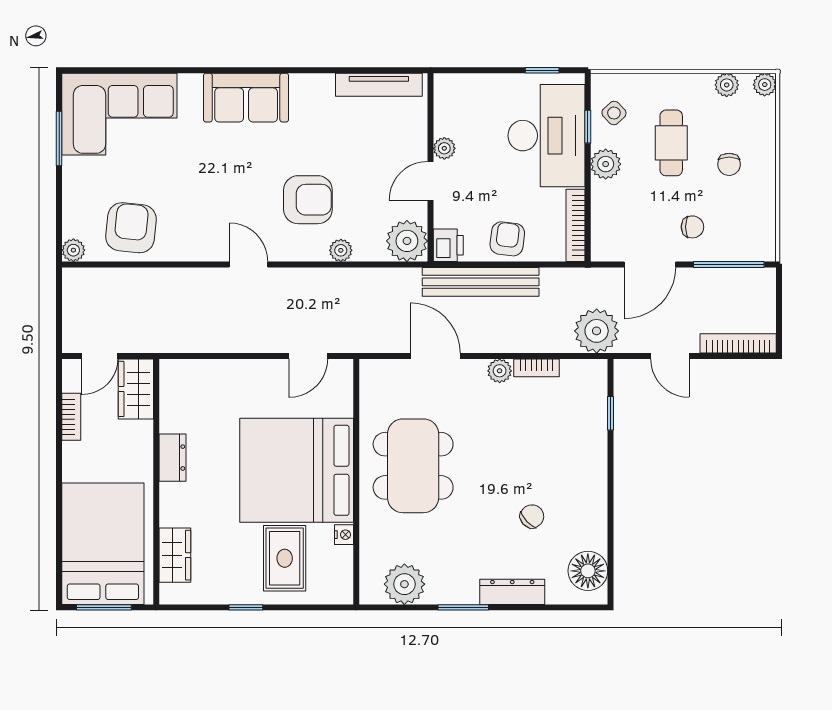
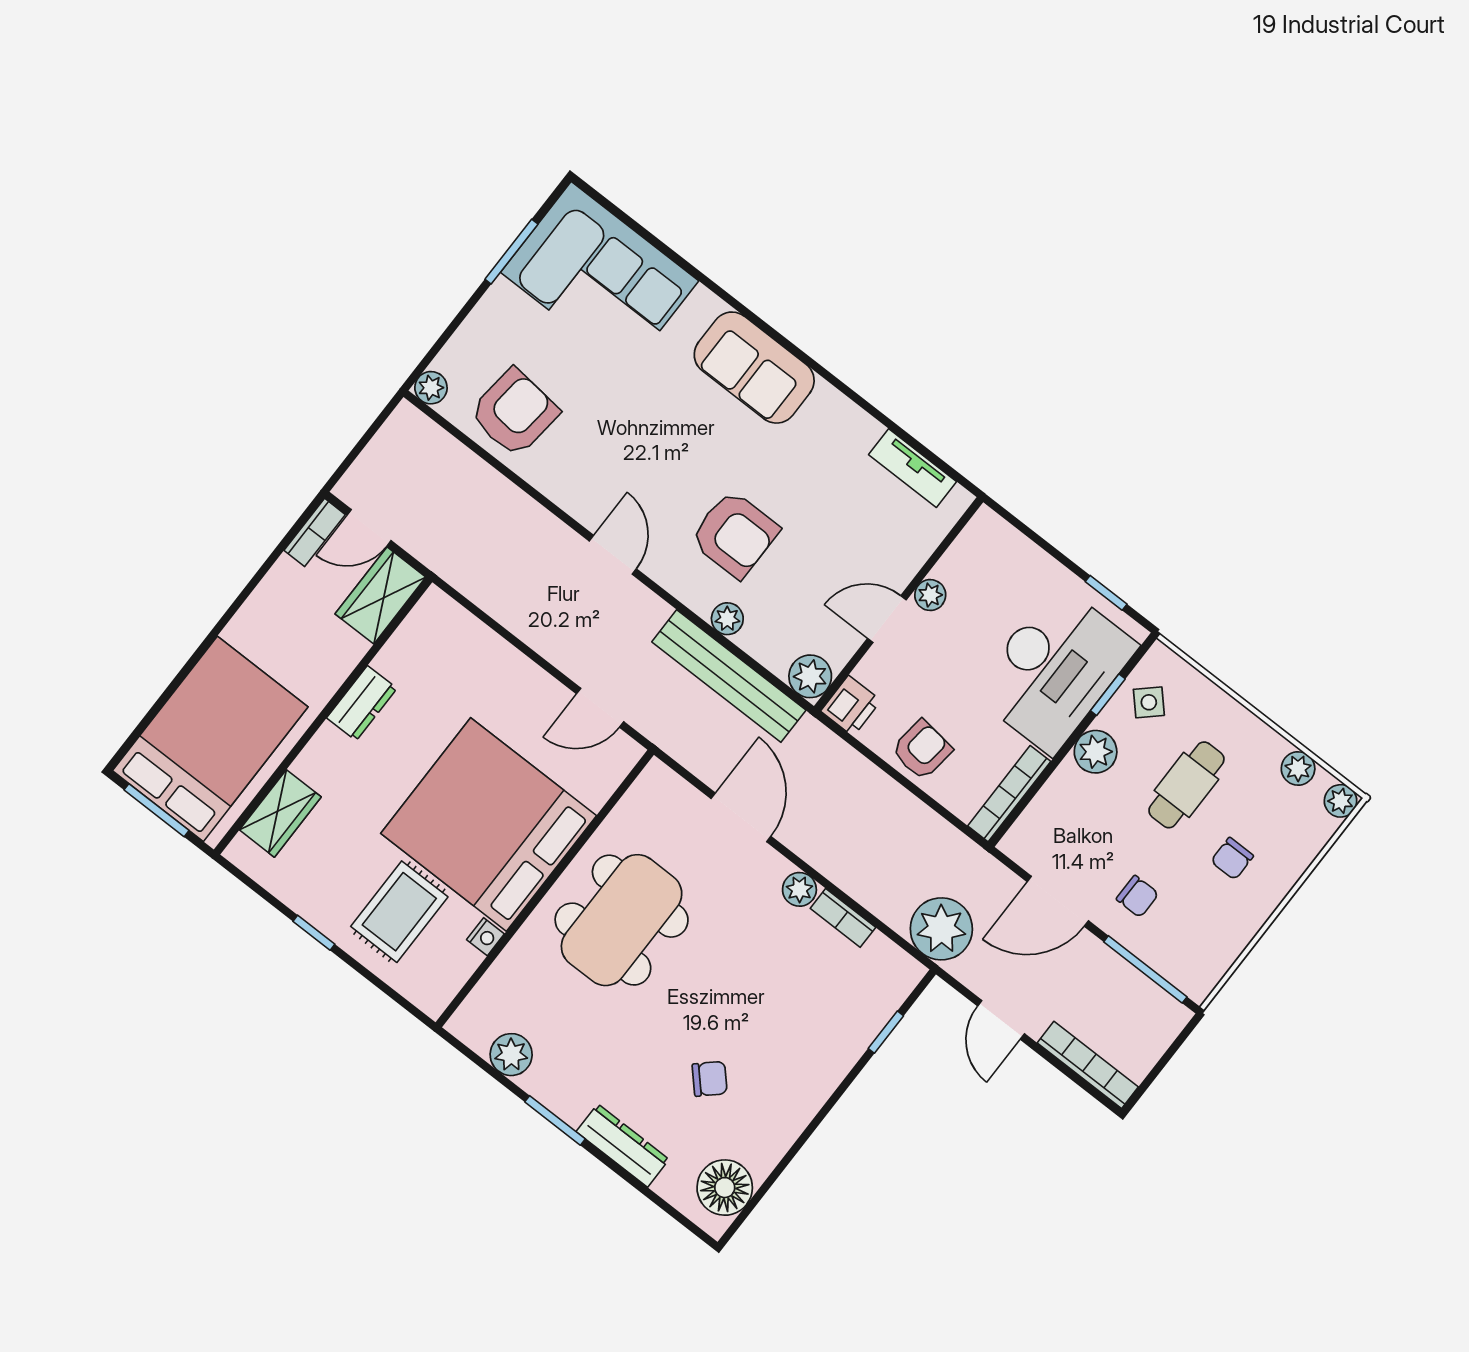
tv unit: (379, 85) -> (913, 468), width x0.71
plant: (407, 241) -> (810, 676), width x0.73, depth x0.73
bench: (481, 282) -> (729, 676), moved
bookcase: (71, 417) -> (315, 532), moved
plant: (404, 584) -> (511, 1055), width x0.73, depth x0.73

